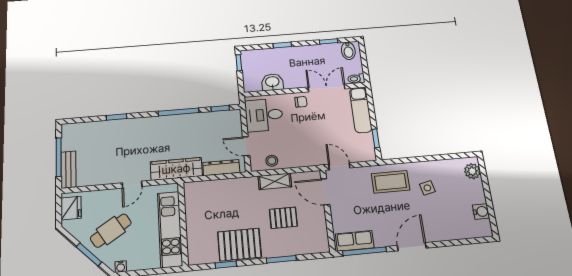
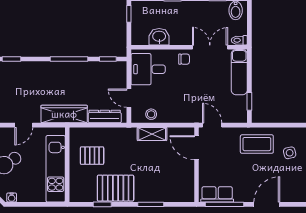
pallet: (283, 218) -> (92, 156), moved

